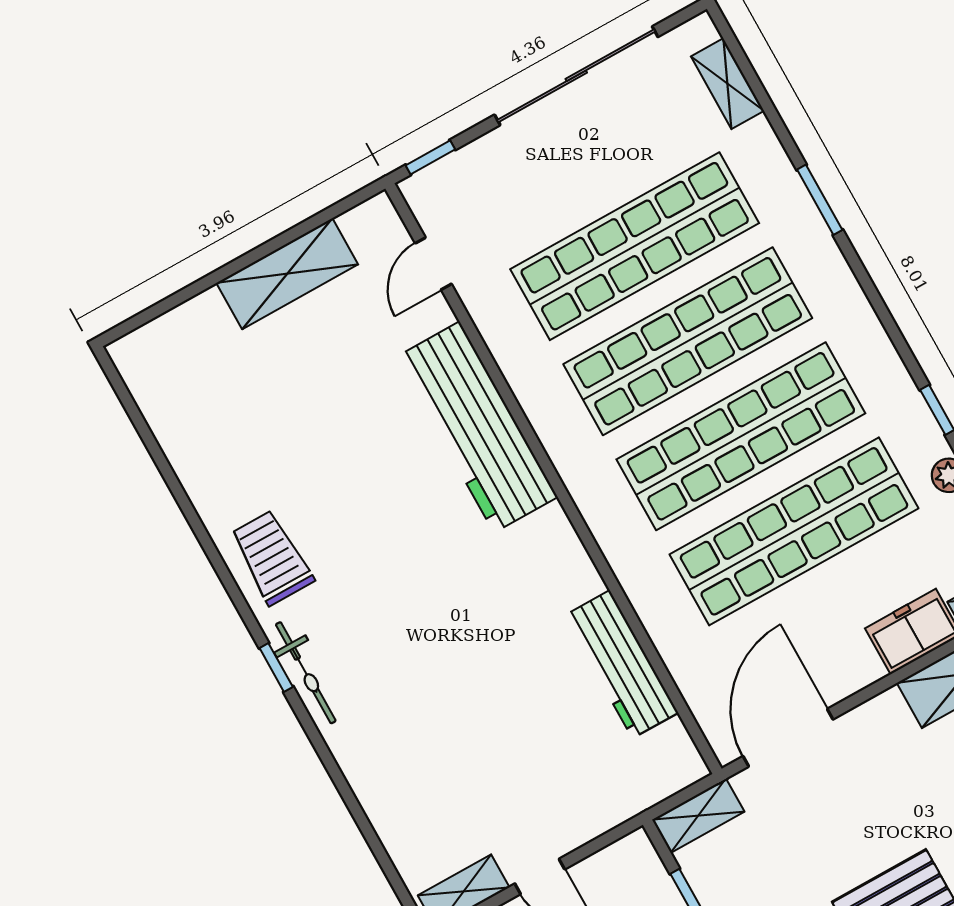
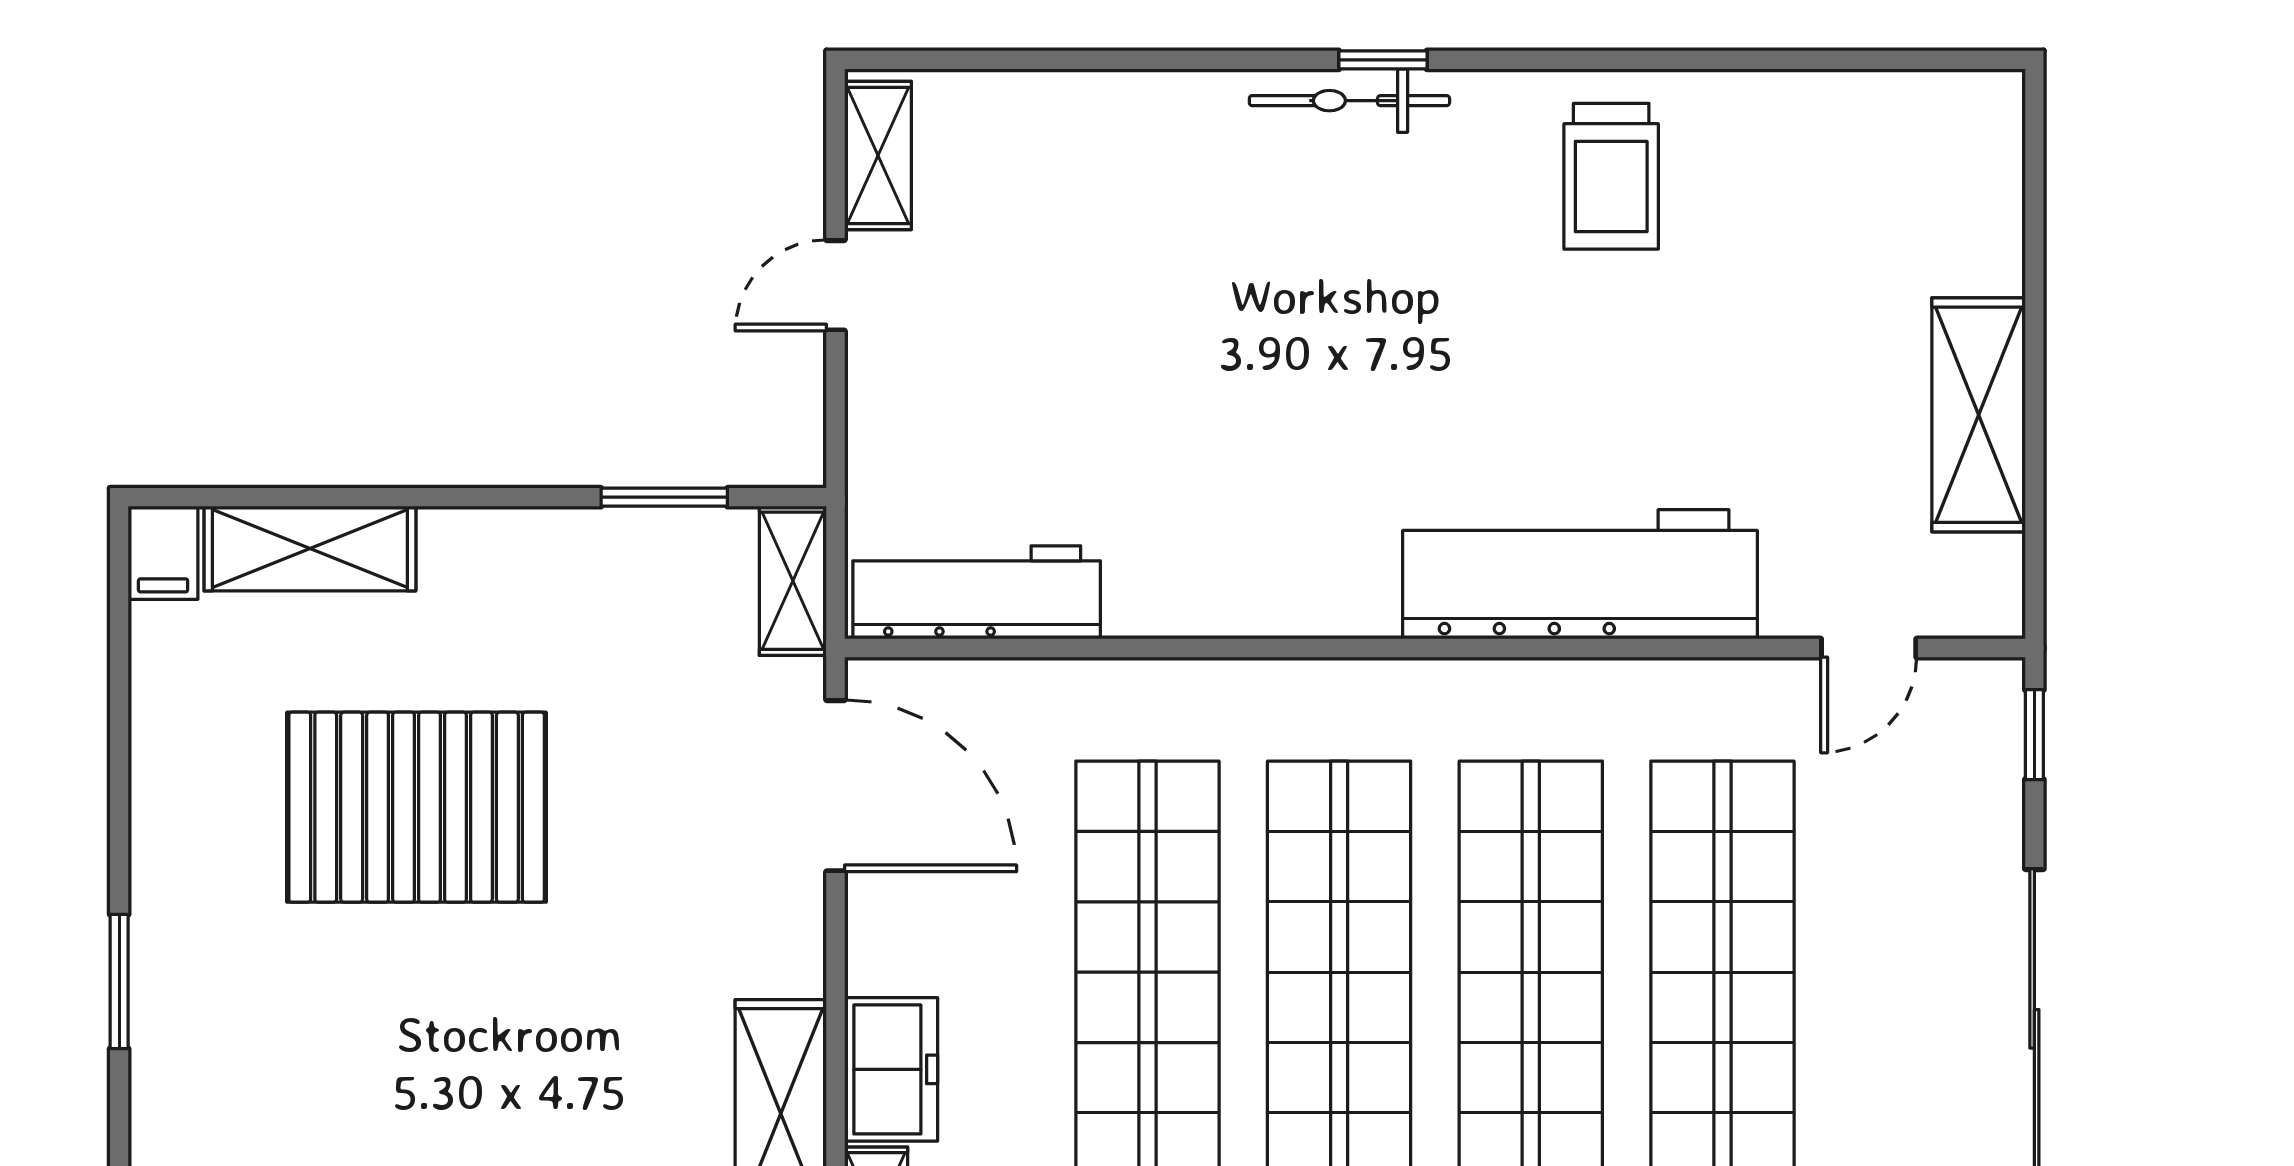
door: (433, 264) -> (1869, 648), swing flipped
trolley: (272, 558) -> (1611, 176), moved, turned 90
workbench: (621, 664) -> (977, 592), moved

